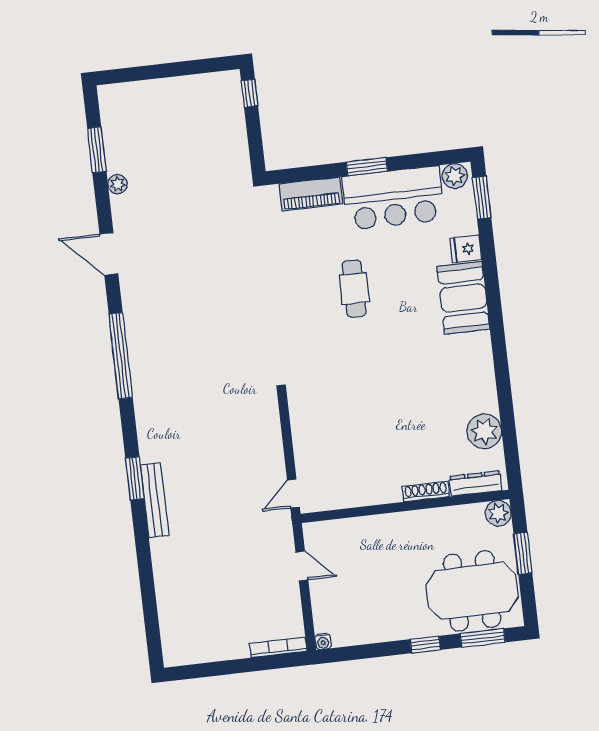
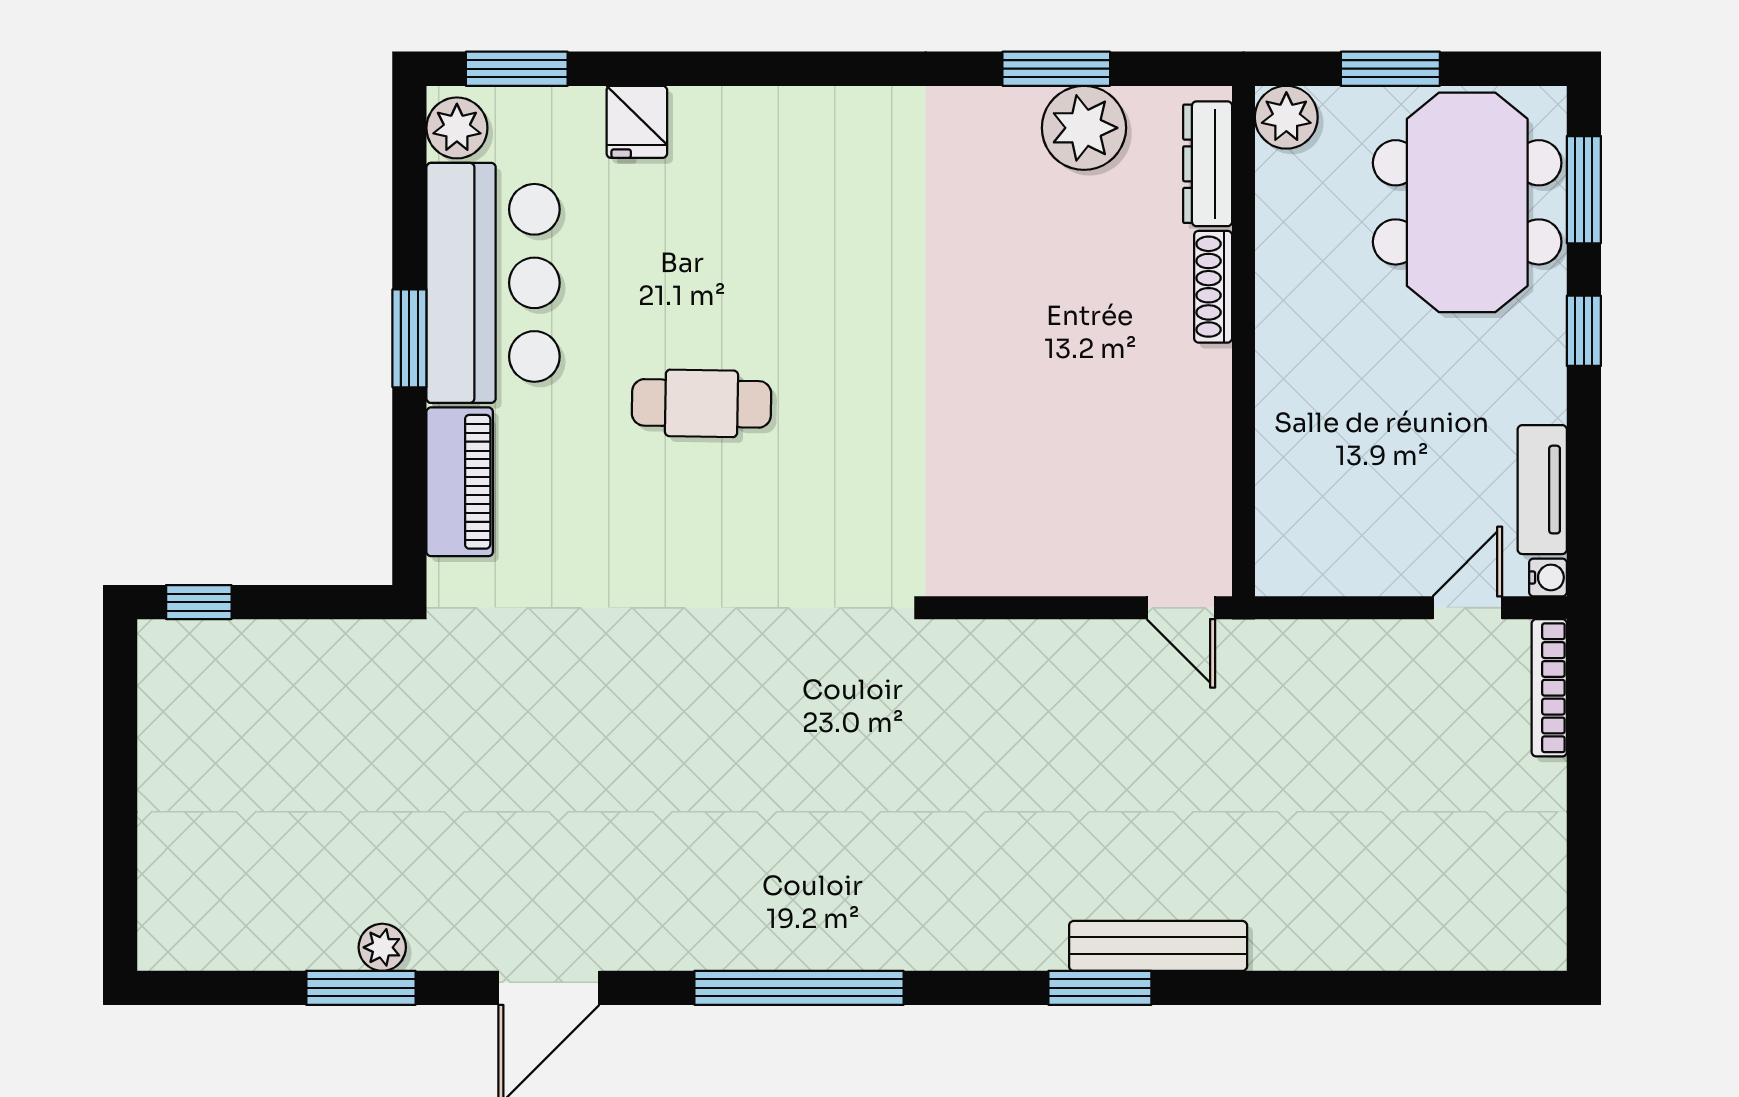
window: (97, 150) -> (361, 988), moved
booth: (463, 298) -> (755, 142), removed
window: (507, 417) -> (1056, 69), added
door: (302, 566) -> (1467, 608), moved
tv unit: (359, 635) -> (1542, 490), added

